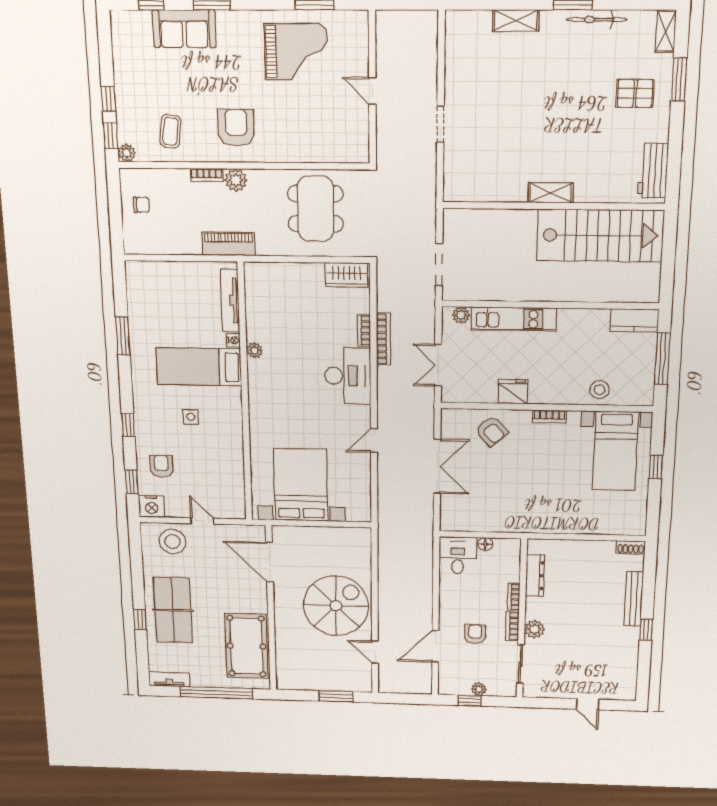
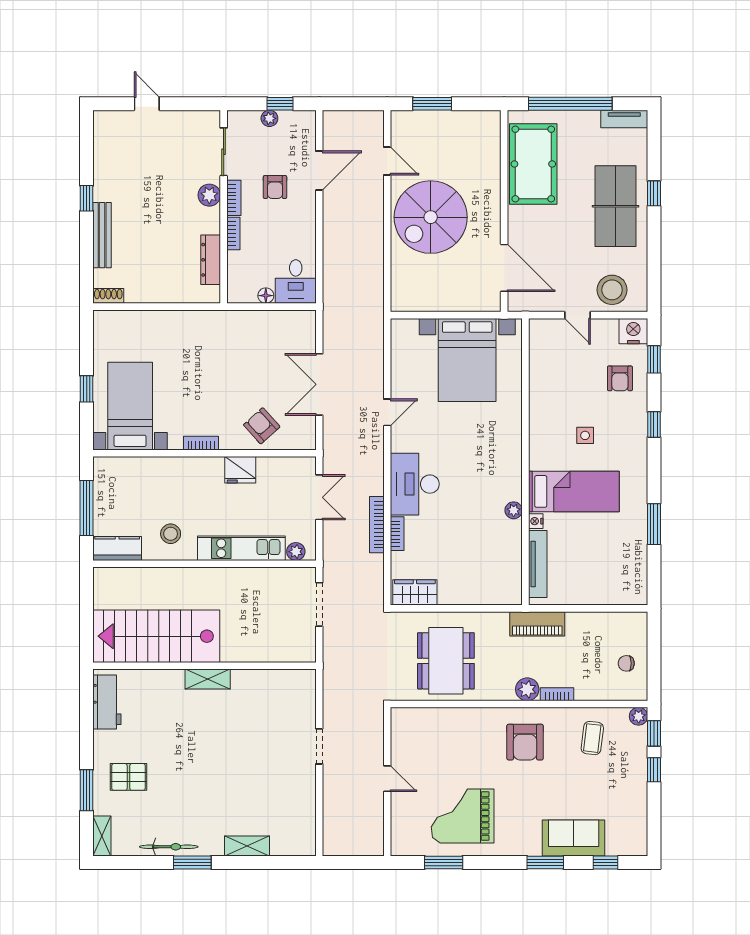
stool: (600, 390) -> (171, 534), moved

